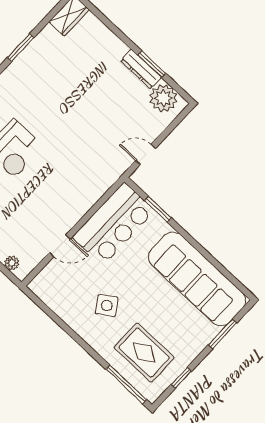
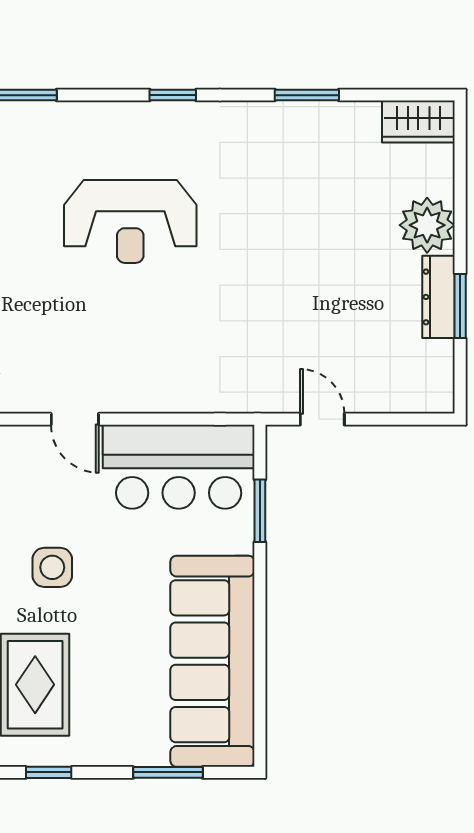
plant: (163, 98) -> (427, 225), moved
side table: (107, 305) -> (52, 567), turned 34

